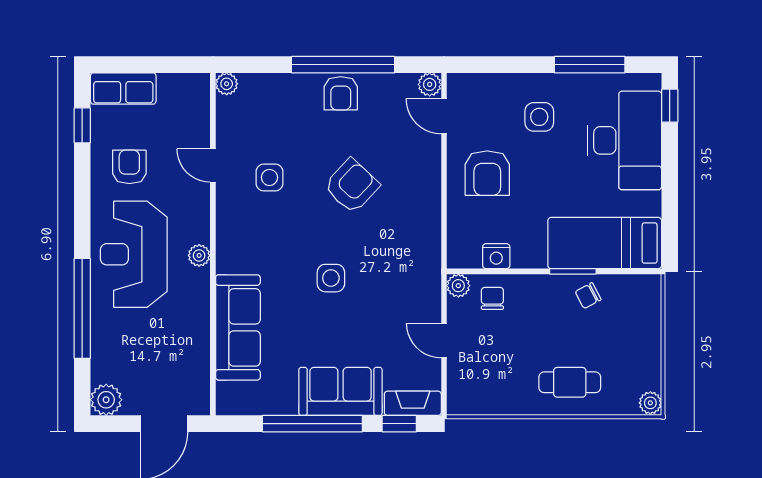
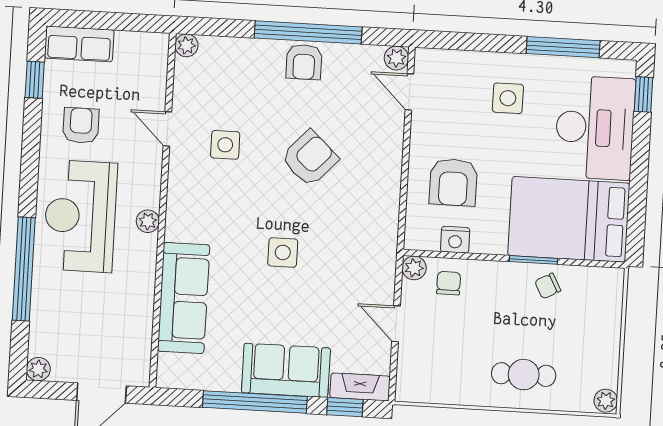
armchair: (487, 173) -> (453, 182), moved
bed: (605, 243) -> (569, 219), width x1.50
plant: (106, 400) -> (38, 369), width x0.73, depth x0.73

